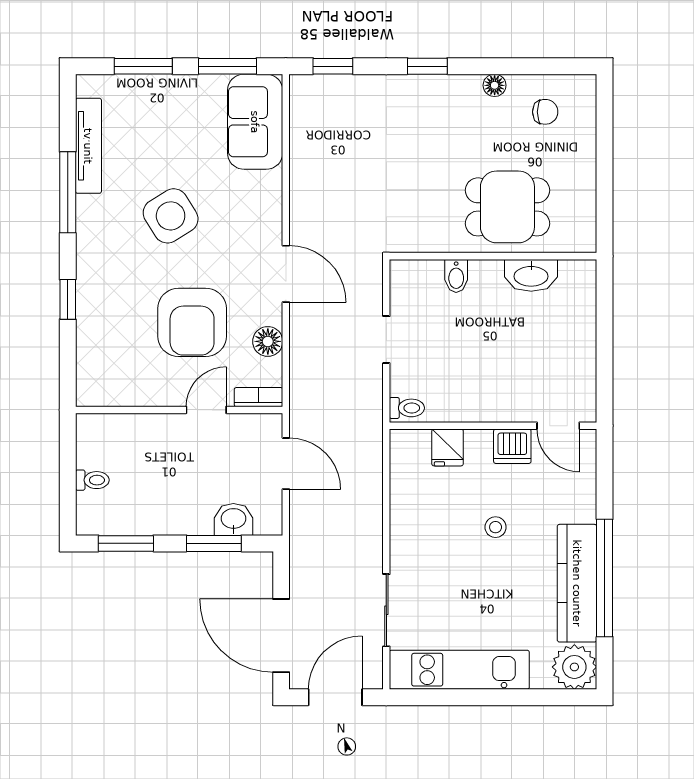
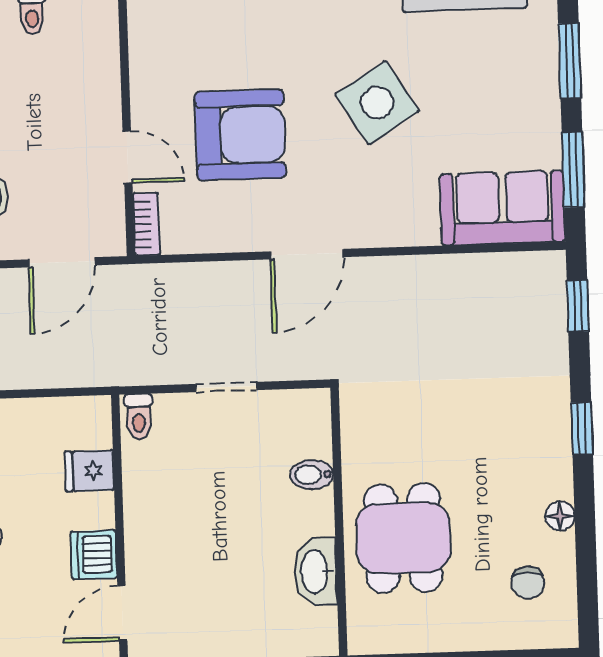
armchair: (192, 322) -> (240, 135), turned 180
floor lamp: (268, 341) -> (219, 234), removed

